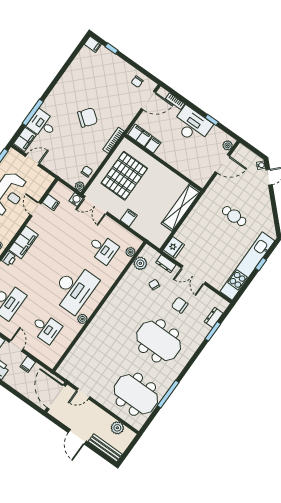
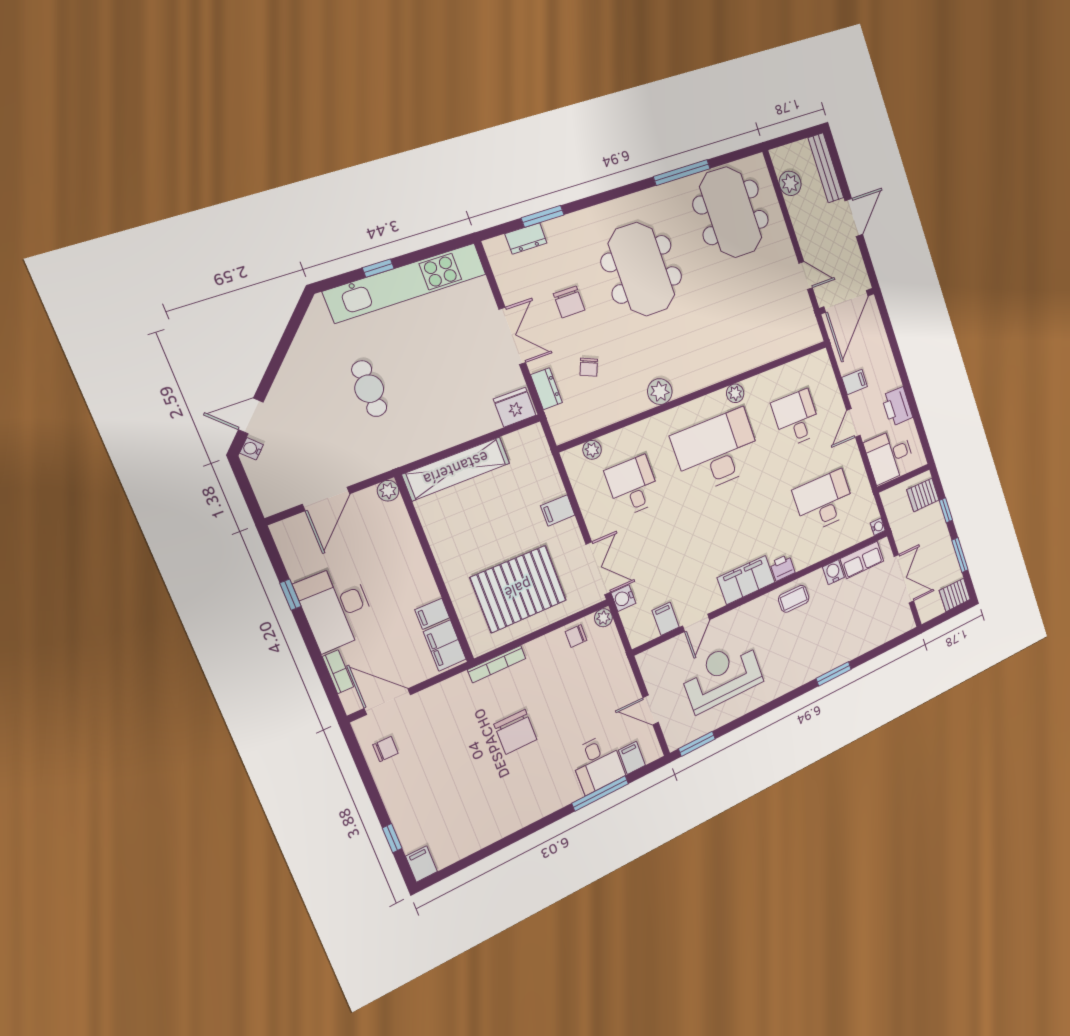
chair: (87, 118) -> (515, 732), turned -128
filing cabinet: (25, 139) -> (632, 758), width x0.50
plant: (228, 145) -> (388, 491), moved
door: (222, 164) -> (326, 499), swing flipped
plant: (140, 263) -> (660, 392), moved

